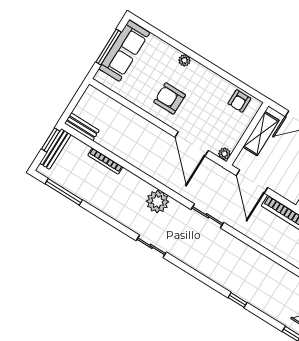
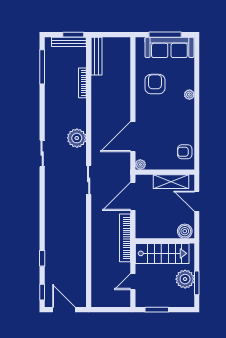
armchair: (170, 98) -> (155, 84), moved
bench: (82, 127) -> (96, 56), width x1.36
window: (238, 300) -> (42, 258), moved

